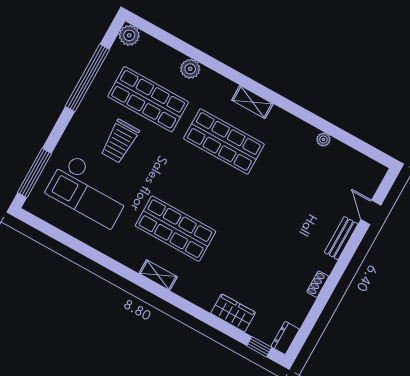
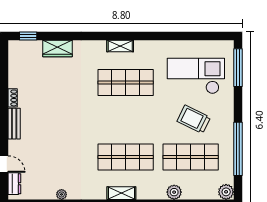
trolley: (120, 141) -> (194, 119), turned -64
bench: (341, 238) -> (14, 124), moved
dresser: (285, 338) -> (14, 184), moved

